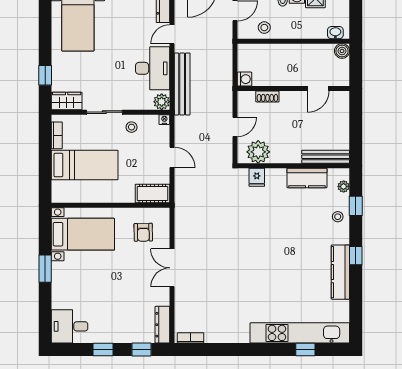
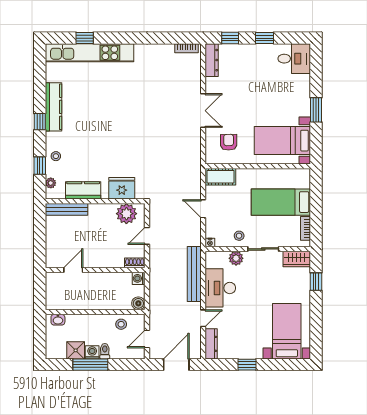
boiler: (342, 51) -> (138, 303), moved
shoe rack: (267, 96) -> (135, 263), moved
plant: (162, 102) -> (236, 258), moved
fridge: (257, 177) -> (122, 188), width x1.88, depth x1.34

